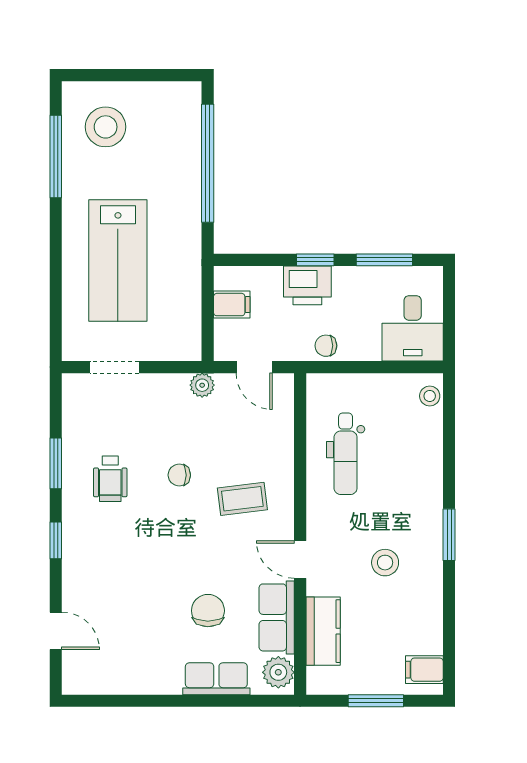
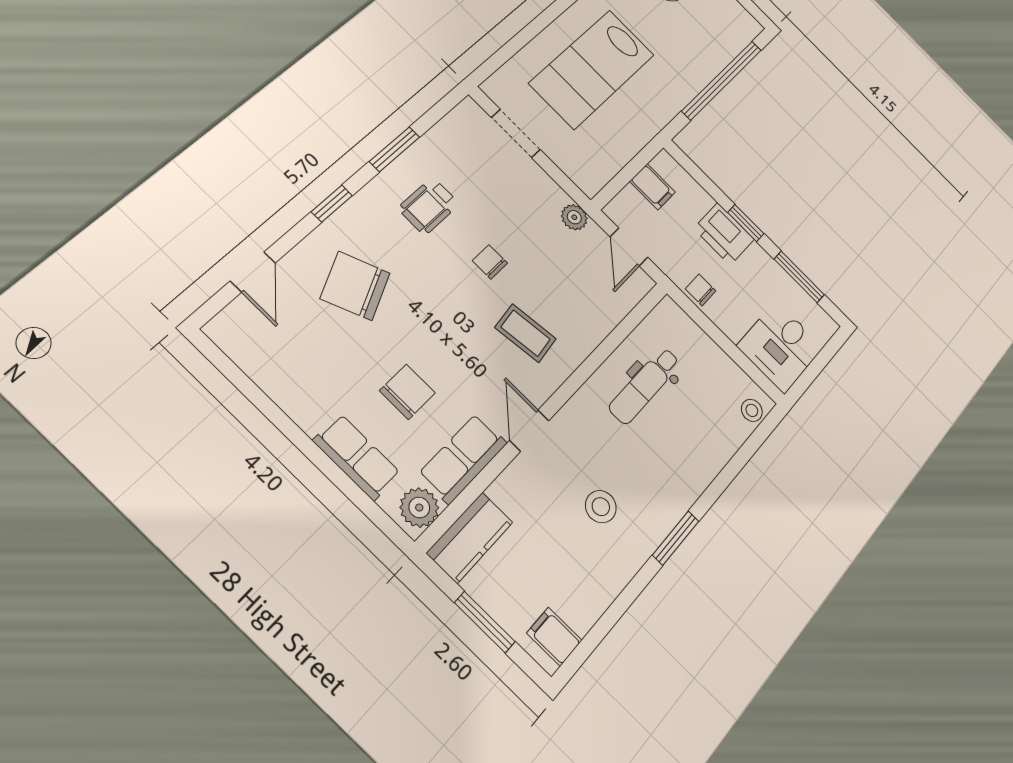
chair: (118, 577) -> (355, 286), added
kitchen counter: (323, 631) -> (470, 538), moved

